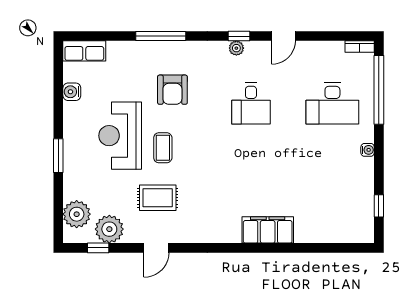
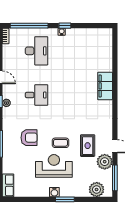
water cooler: (72, 92) -> (54, 192), moved
reception desk: (120, 136) -> (54, 166), turned 180
window: (379, 206) -> (65, 26), moved
plant: (109, 229) -> (105, 162), moved
window: (98, 248) -> (115, 178), width x2.17

